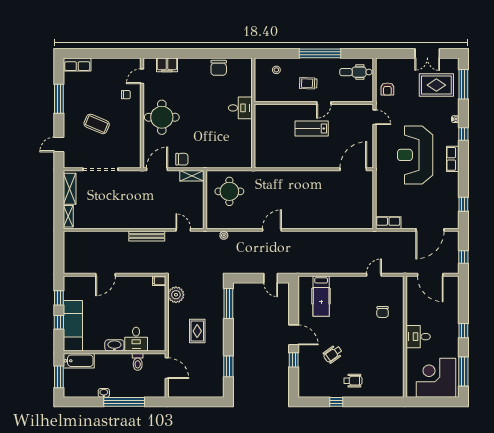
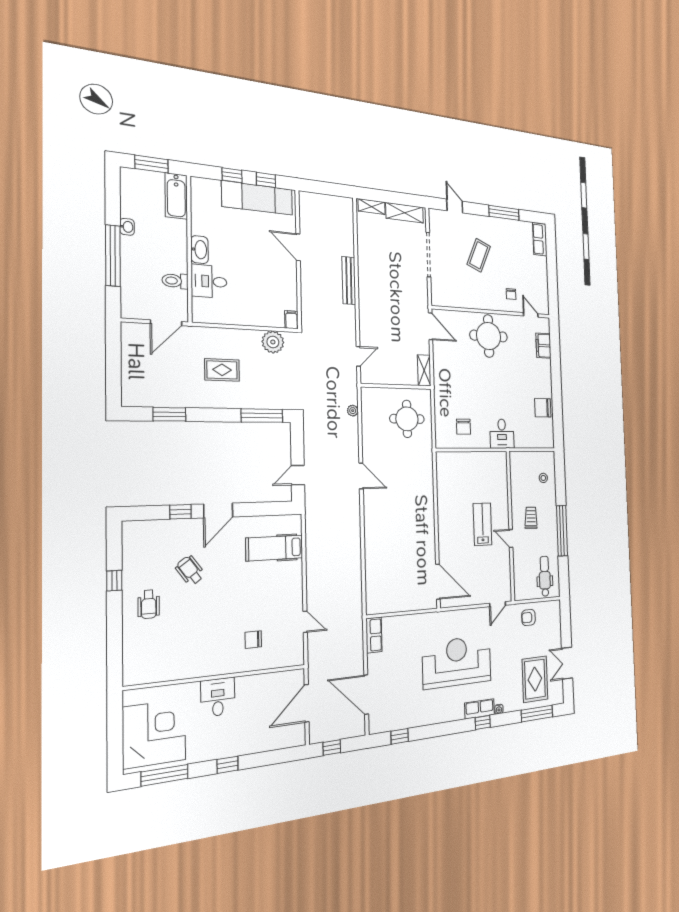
chair: (182, 159) -> (463, 427), moved
row of seats: (453, 159) -> (479, 709), moved
bench: (147, 236) -> (349, 281), moved
exam couch: (73, 326) -> (257, 198), moved

